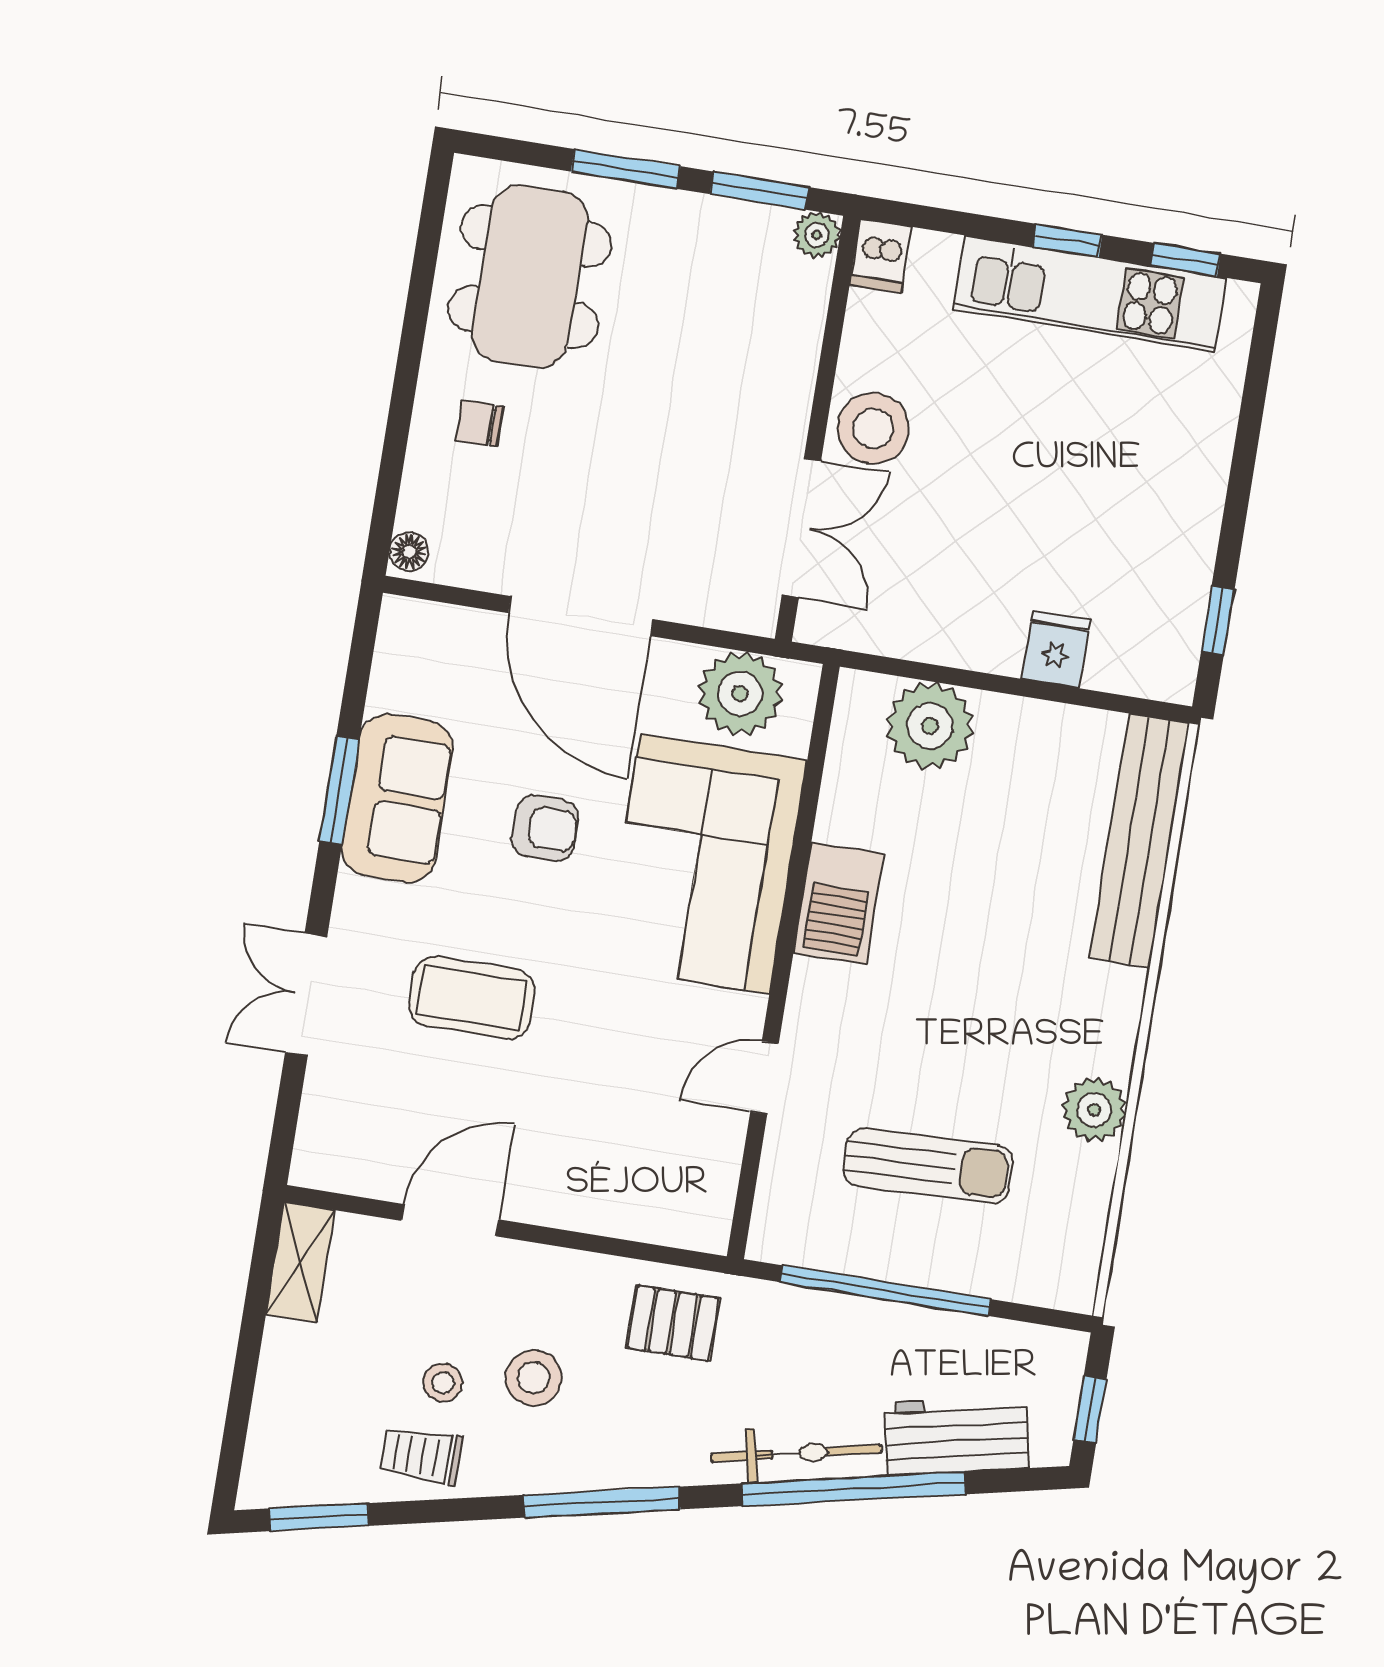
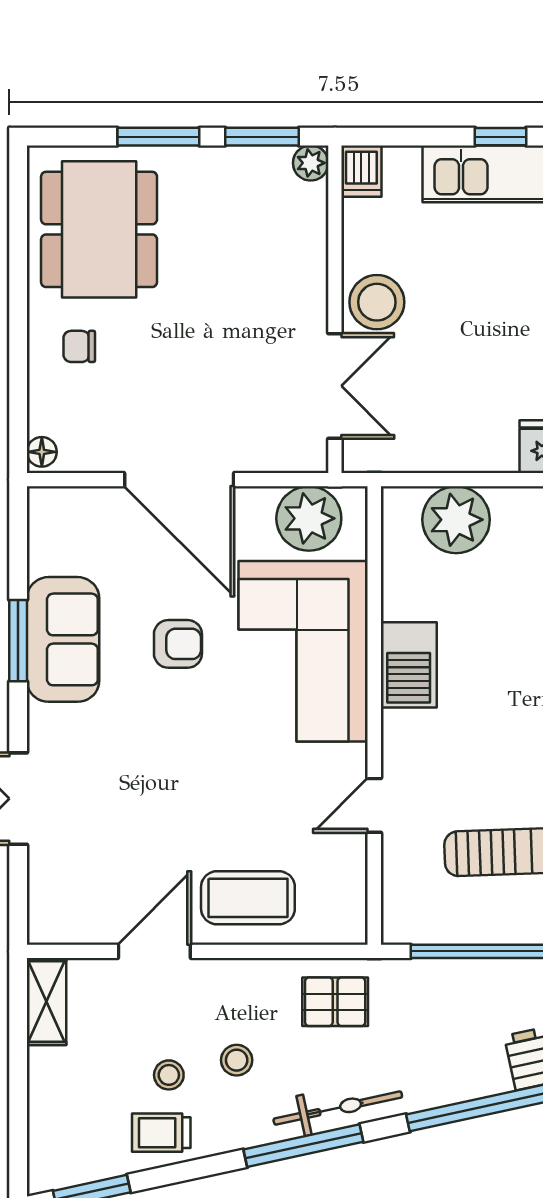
coffee table: (472, 998) -> (248, 898), moved
stool: (534, 1378) -> (237, 1060), width x0.73, depth x0.73
bicycle: (796, 1453) -> (338, 1108), moved

